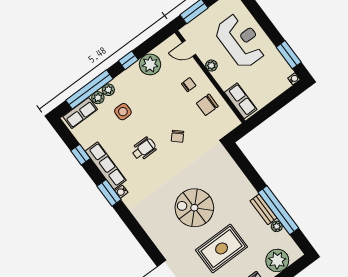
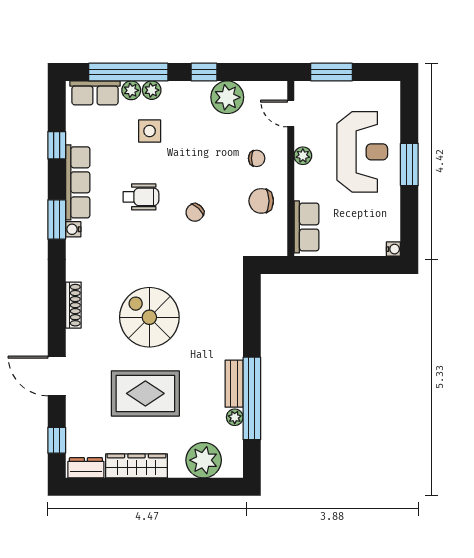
window: (289, 55) -> (409, 164), moved
shoe rack: (151, 231) -> (73, 305), added

